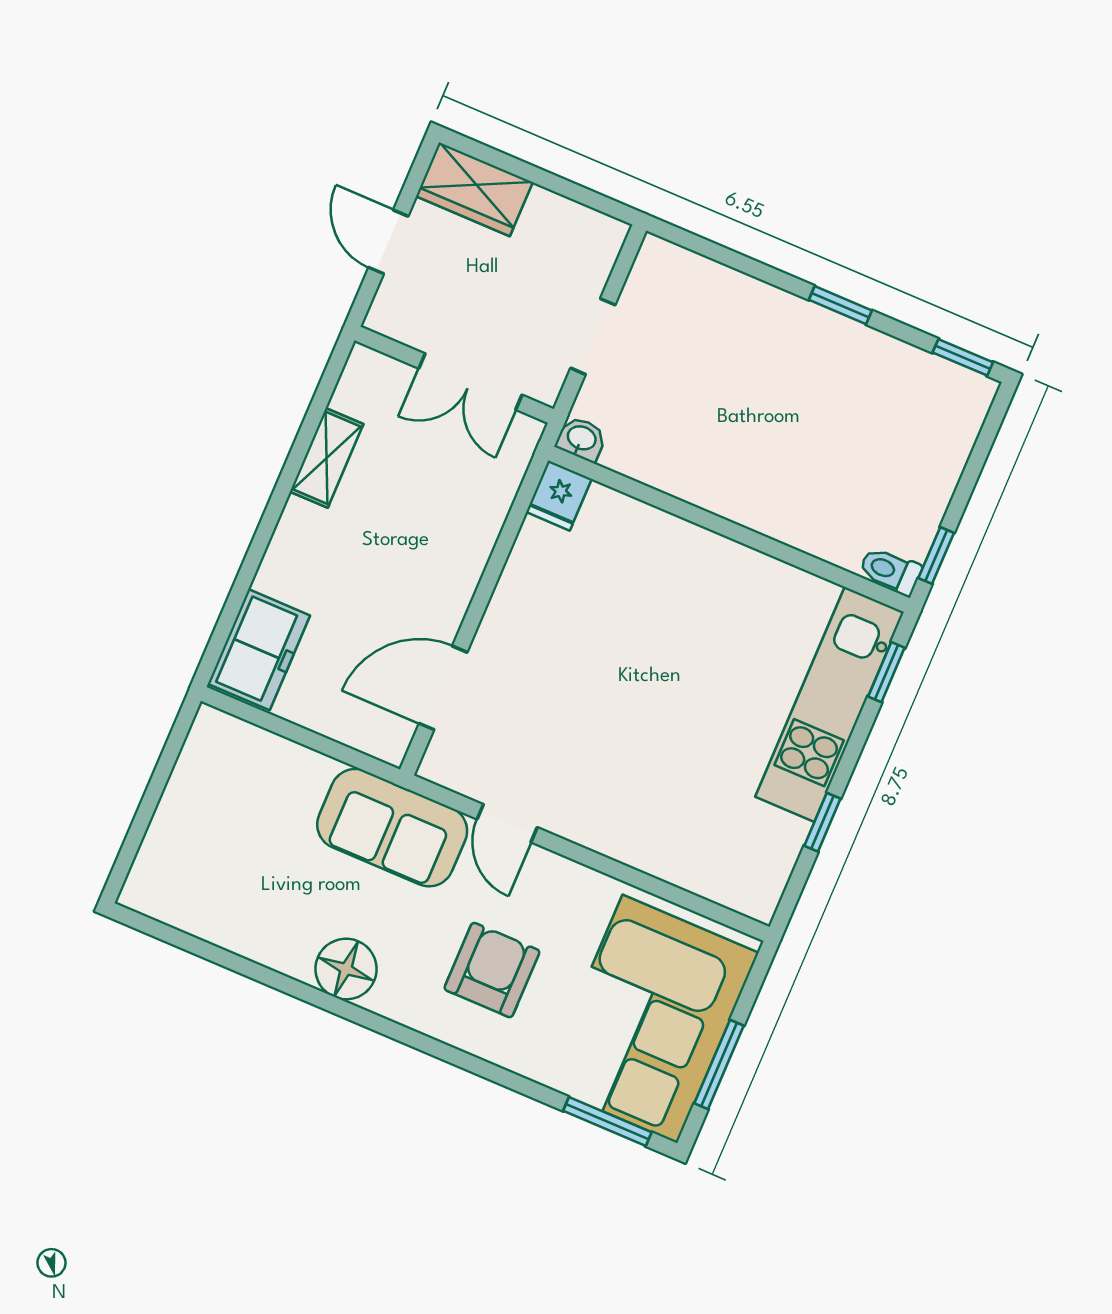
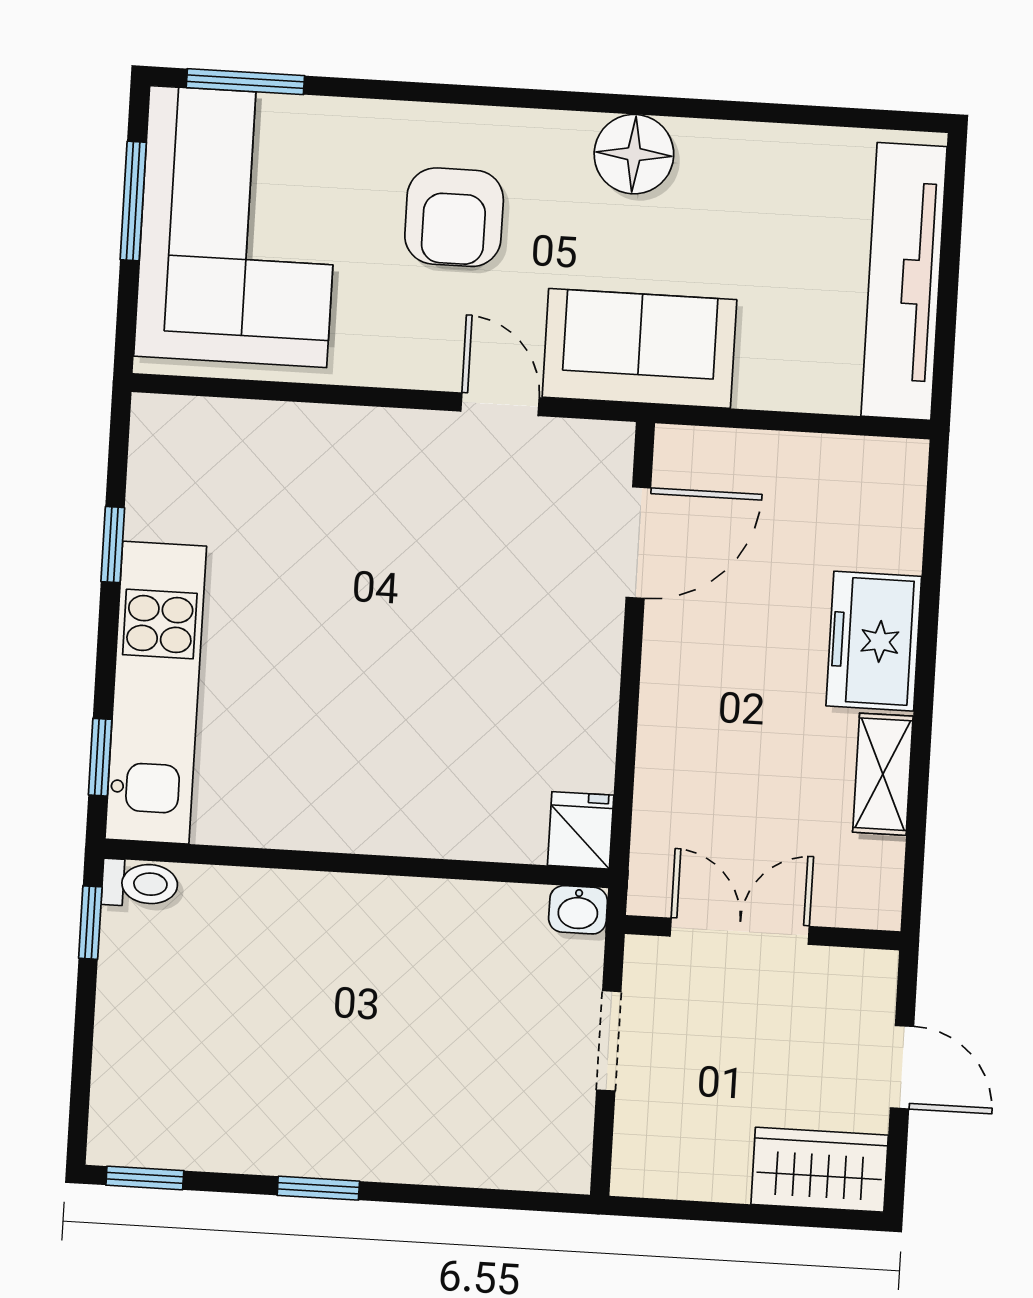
freezer: (259, 650) -> (874, 641), moved
tv unit: (184, 808) -> (904, 281), added

